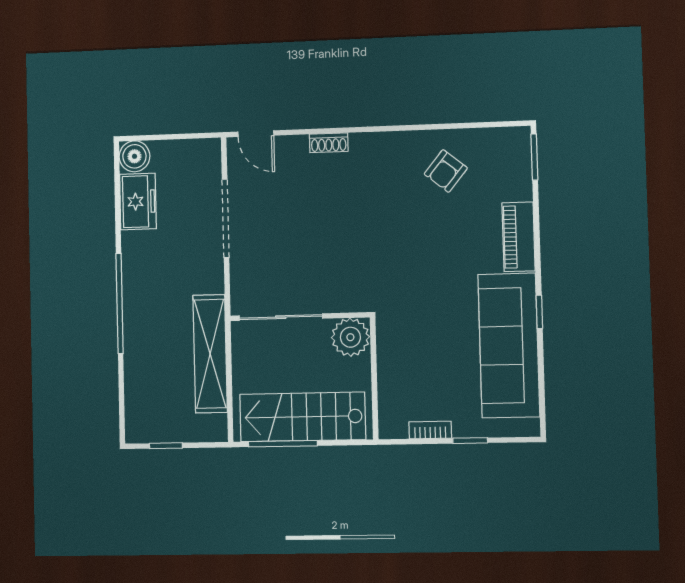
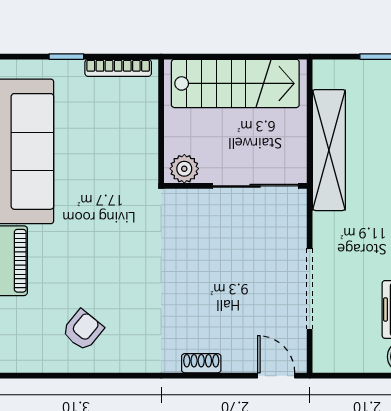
plant: (350, 337) -> (184, 169), width x0.73, depth x0.73
bookcase: (430, 430) -> (118, 68), width x1.56
window: (283, 444) -> (256, 57), removed

